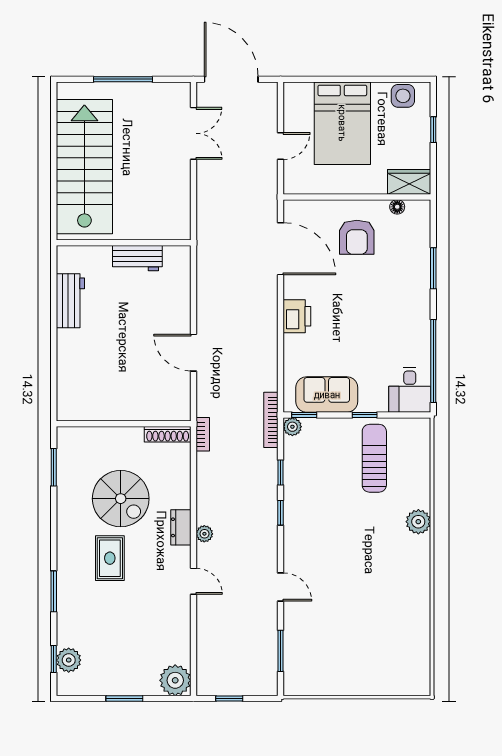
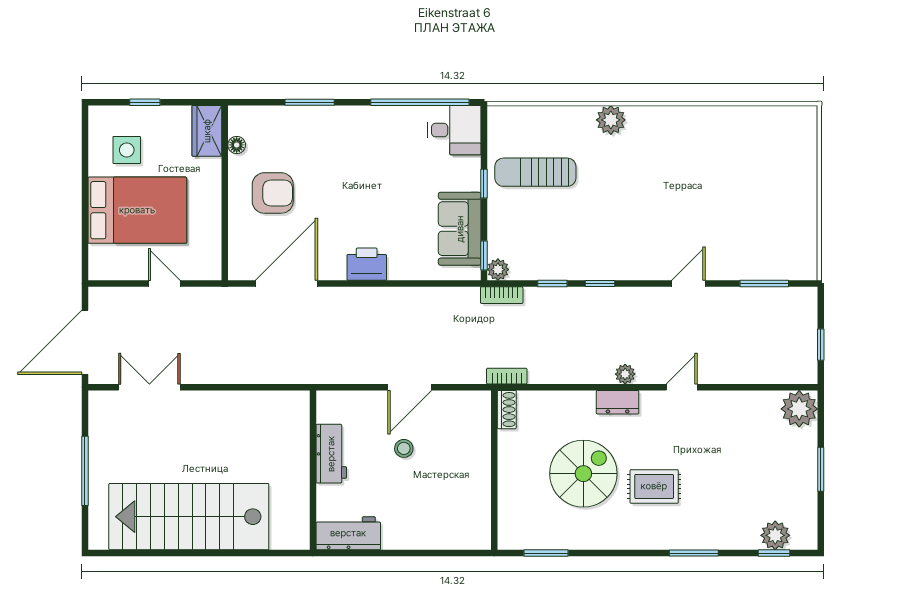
side table: (403, 96) -> (127, 150), moved
wall: (124, 243) -> (313, 470), moved
workbench: (137, 258) -> (331, 454), moved
stool: (142, 348) -> (404, 448), added
bookcase: (271, 420) -> (502, 295), width x0.64
shoe rack: (168, 434) -> (507, 410), width x0.70

